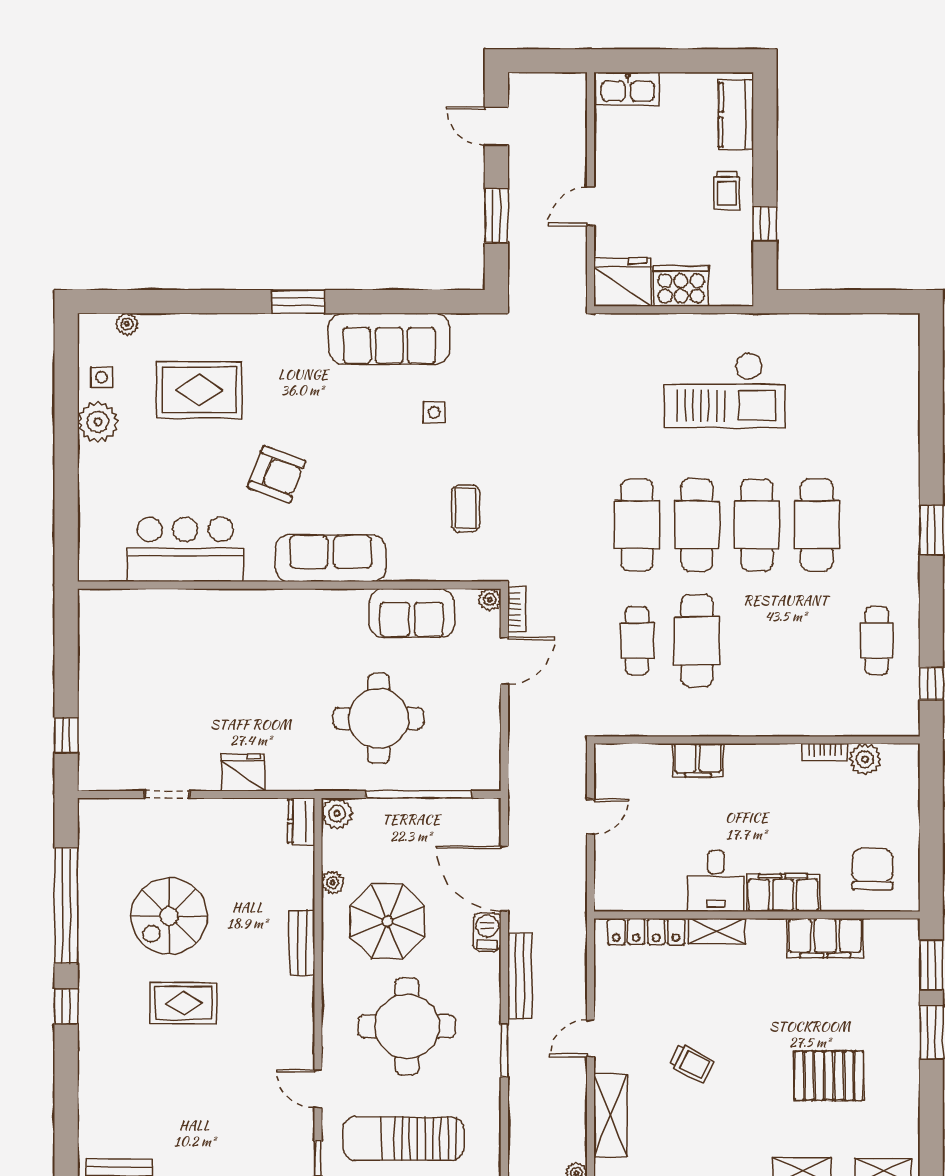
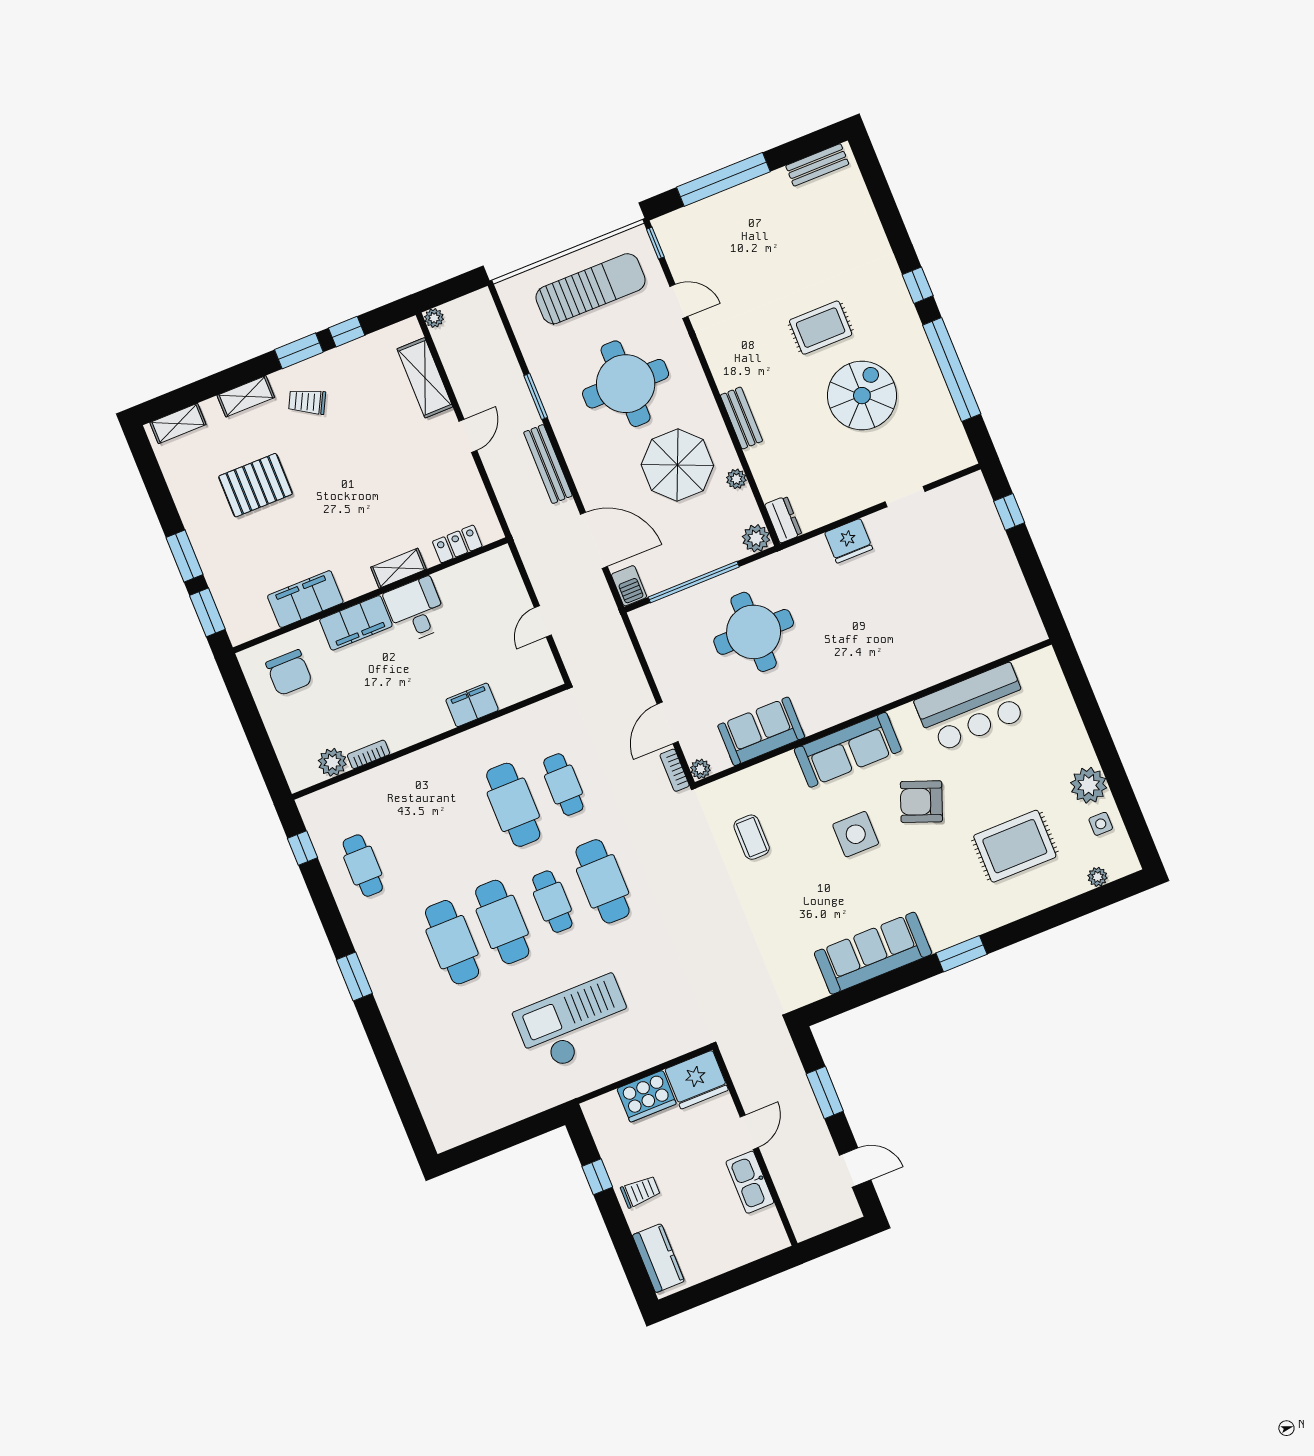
kitchen sink: (628, 89) -> (750, 1182), moved, turned -90
trolley: (727, 191) -> (640, 1192), turned 90
side table: (434, 412) -> (856, 834), moved, width x1.87, depth x1.87
cafe table: (697, 525) -> (552, 902), width x0.73, depth x0.74
barbecue: (487, 932) -> (629, 586), moved
locker: (646, 932) -> (457, 544), width x0.66
trolley: (692, 1063) -> (307, 402), moved

